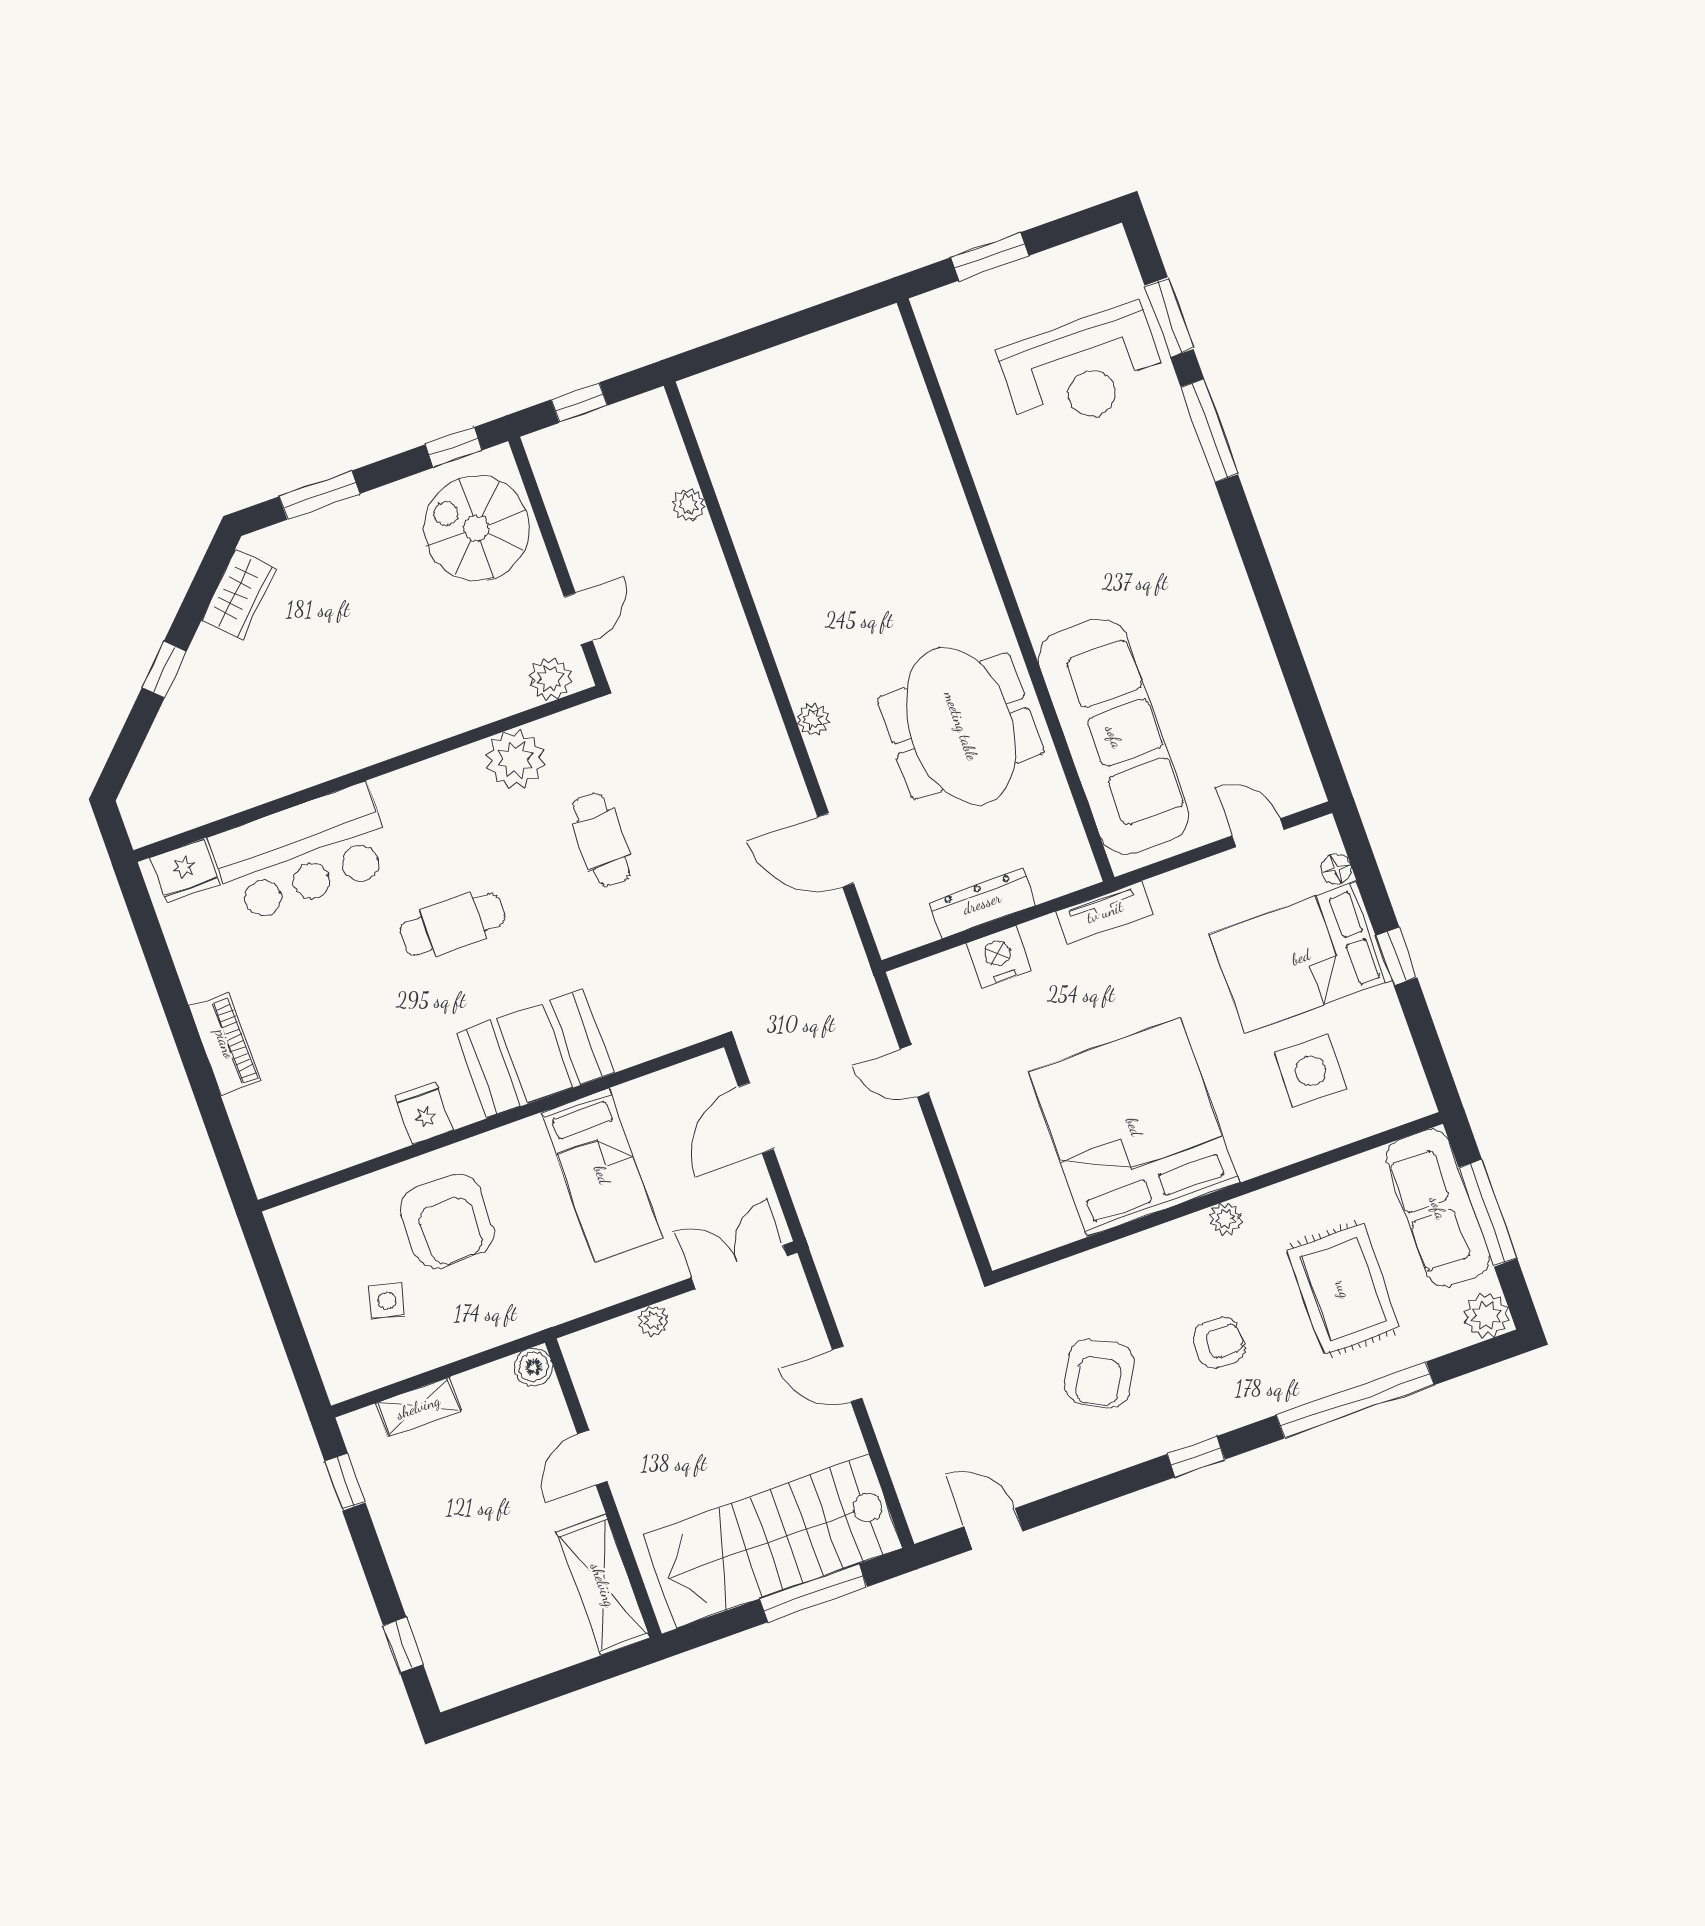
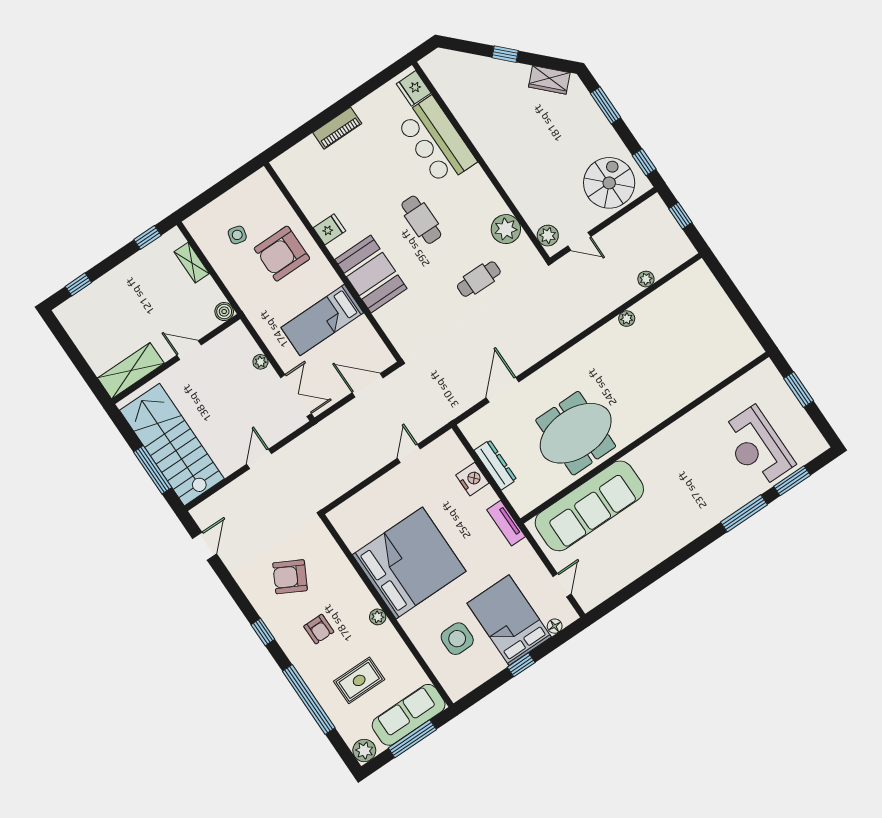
plant: (813, 720) -> (627, 319), moved
rug: (1343, 1289) -> (359, 680), width x0.73, depth x0.70

